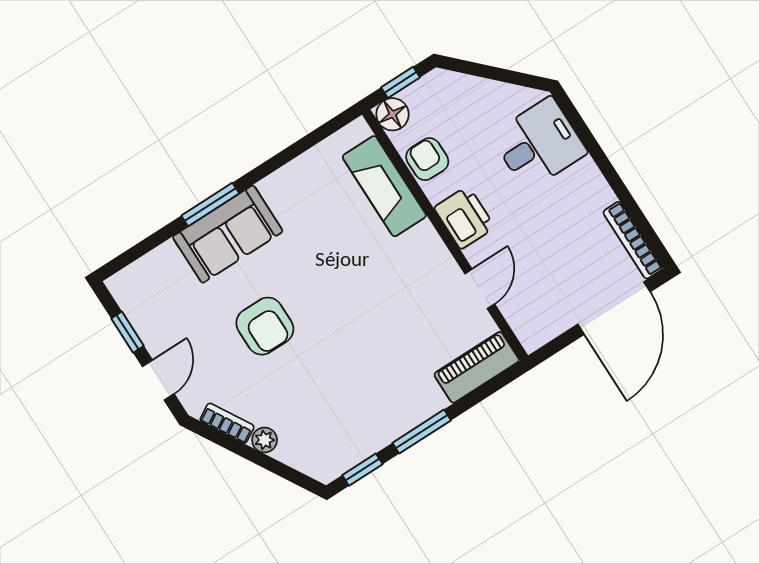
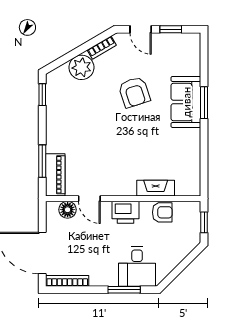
floor lamp: (393, 114) -> (68, 210), moved
window: (589, 141) -> (124, 290), added
fireplace: (384, 186) -> (156, 188), width x0.73, depth x0.76
armchair: (265, 326) -> (134, 92), turned -108
window: (422, 432) -> (42, 161), moved
plant: (265, 440) -> (81, 67), width x1.87, depth x1.87

